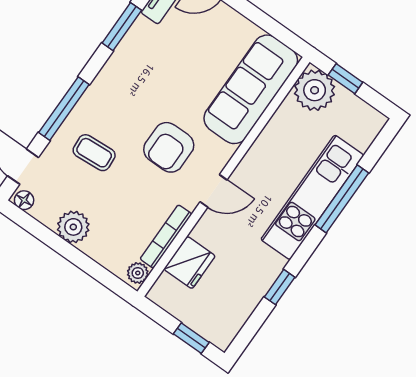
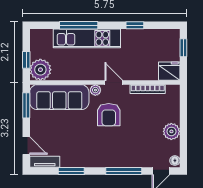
window: (274, 28) -> (26, 105), added
armchair: (169, 147) -> (109, 115), turned 90
coffee table: (94, 153) -> (133, 145), removed
fridge: (190, 262) -> (169, 71), moved
plant: (138, 273) -> (95, 90), moved

